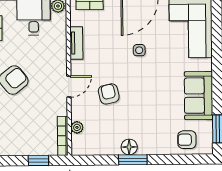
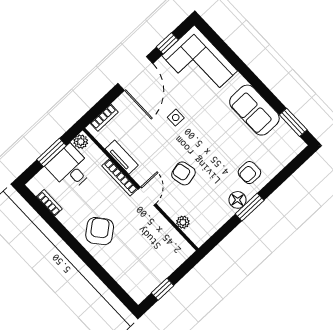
bookcase: (63, 136) -> (120, 177), moved
armchair: (187, 140) -> (249, 173), moved
window: (38, 161) -> (162, 289), moved

